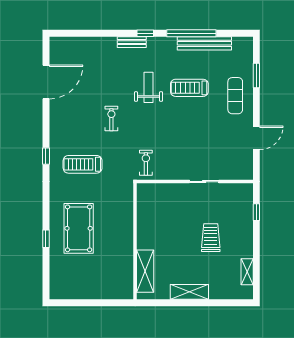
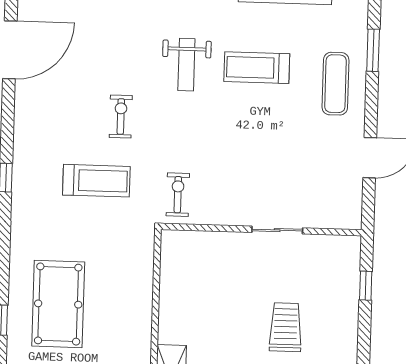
weight bench: (149, 87) -> (186, 65), turned 180
treadmill: (83, 164) -> (96, 181), moved, turned 180

